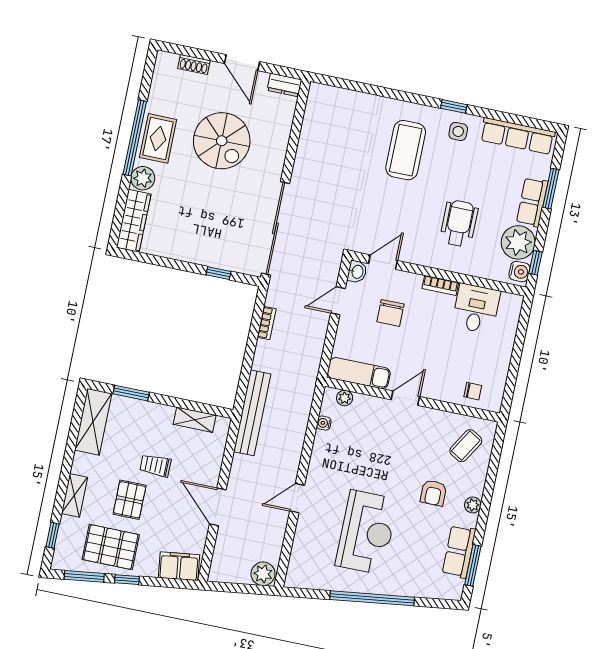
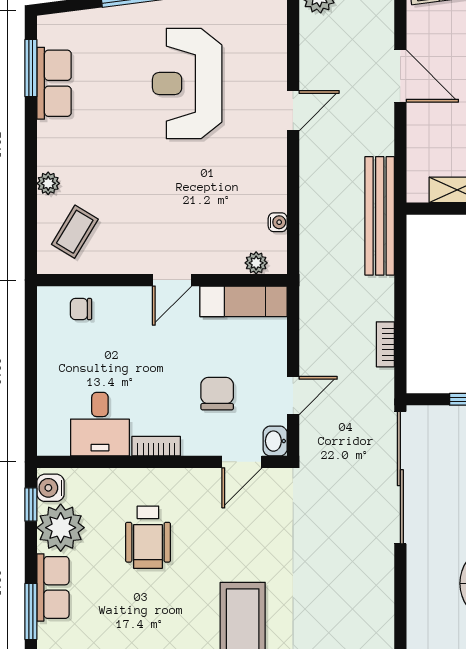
armchair: (433, 493) -> (106, 157), removed
plant: (473, 505) -> (48, 183), moved

